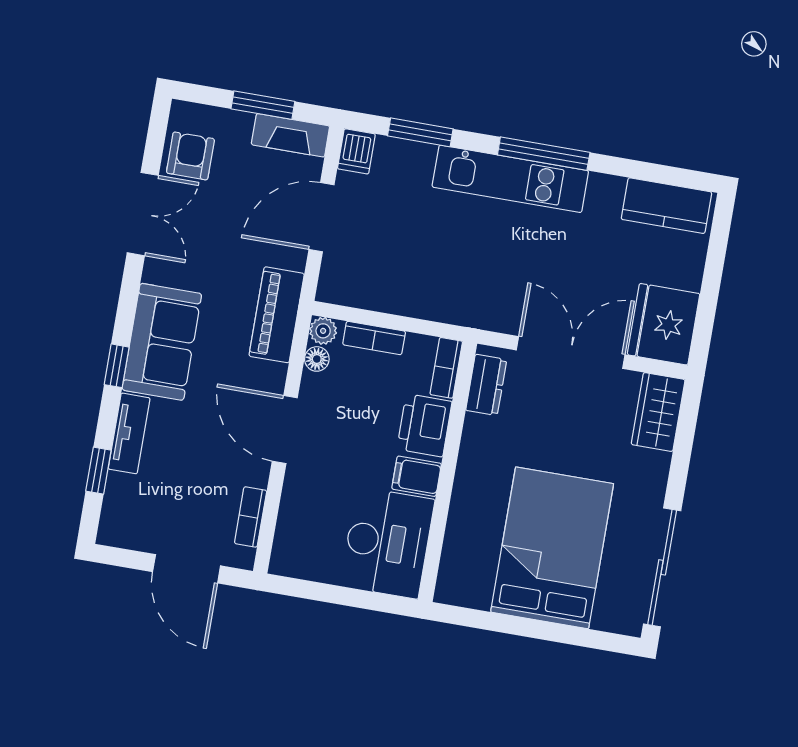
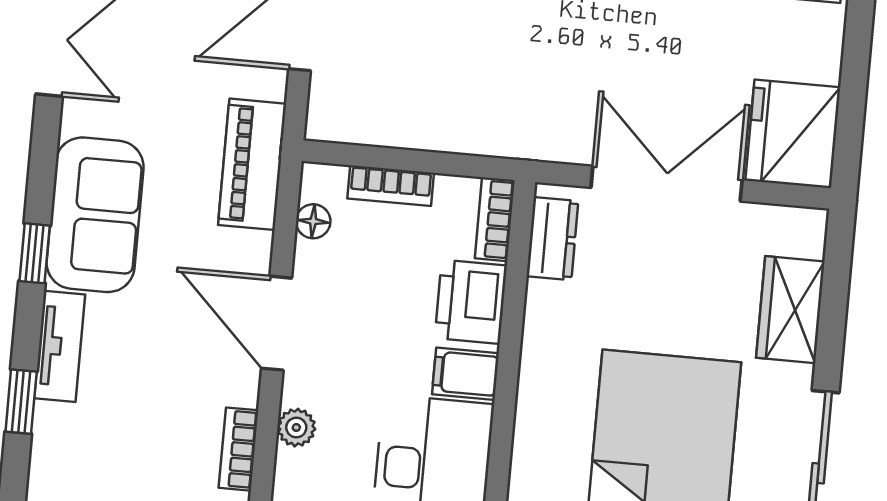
plant: (323, 331) -> (296, 428), moved
wardrobe: (658, 412) -> (790, 310), moved

